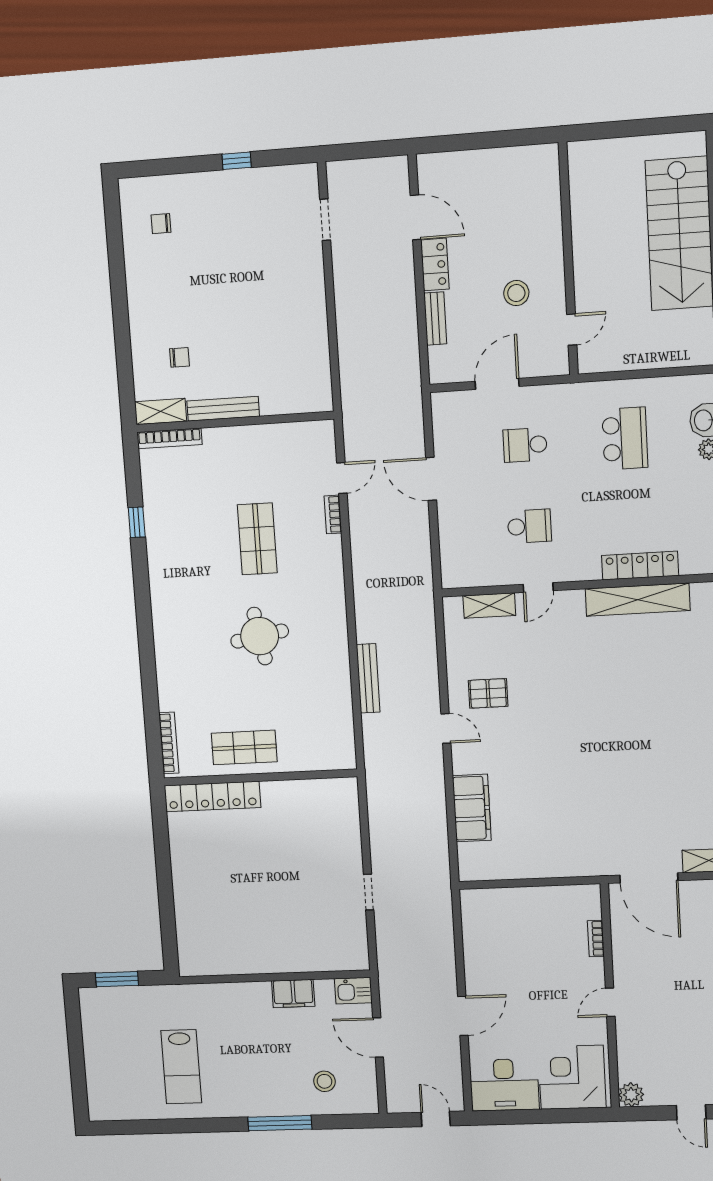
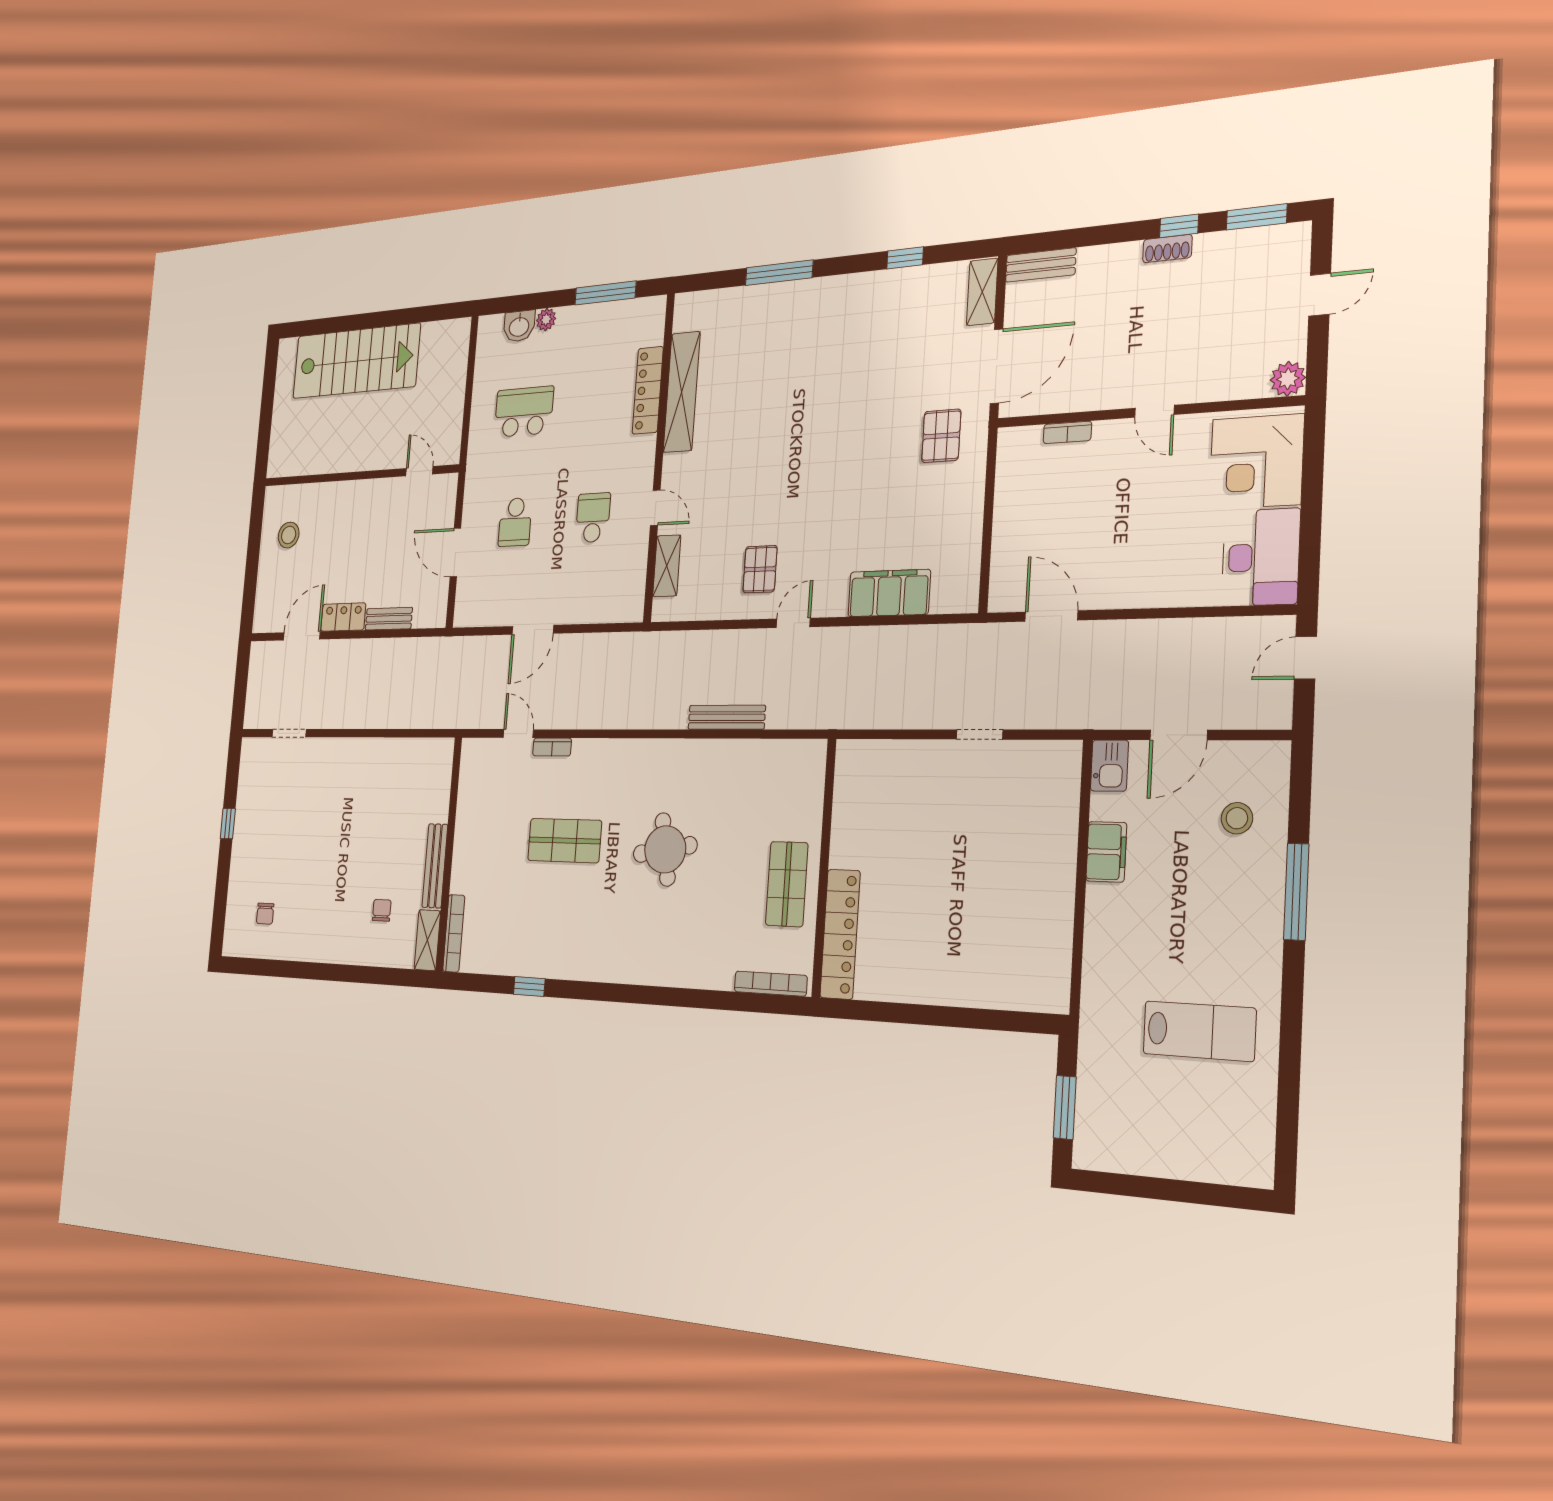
stool: (516, 293) -> (289, 535), moved
pallet: (595, 838) -> (941, 436), added
door: (463, 1016) -> (1051, 616), moved

